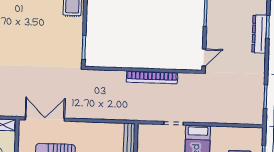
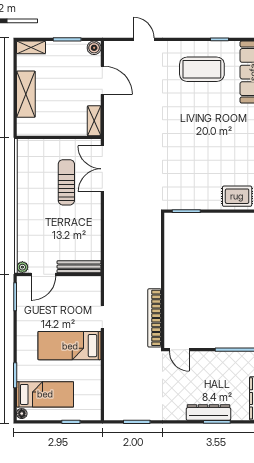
bookcase: (152, 77) -> (155, 318), moved
double door: (45, 119) -> (102, 169), swing flipped

